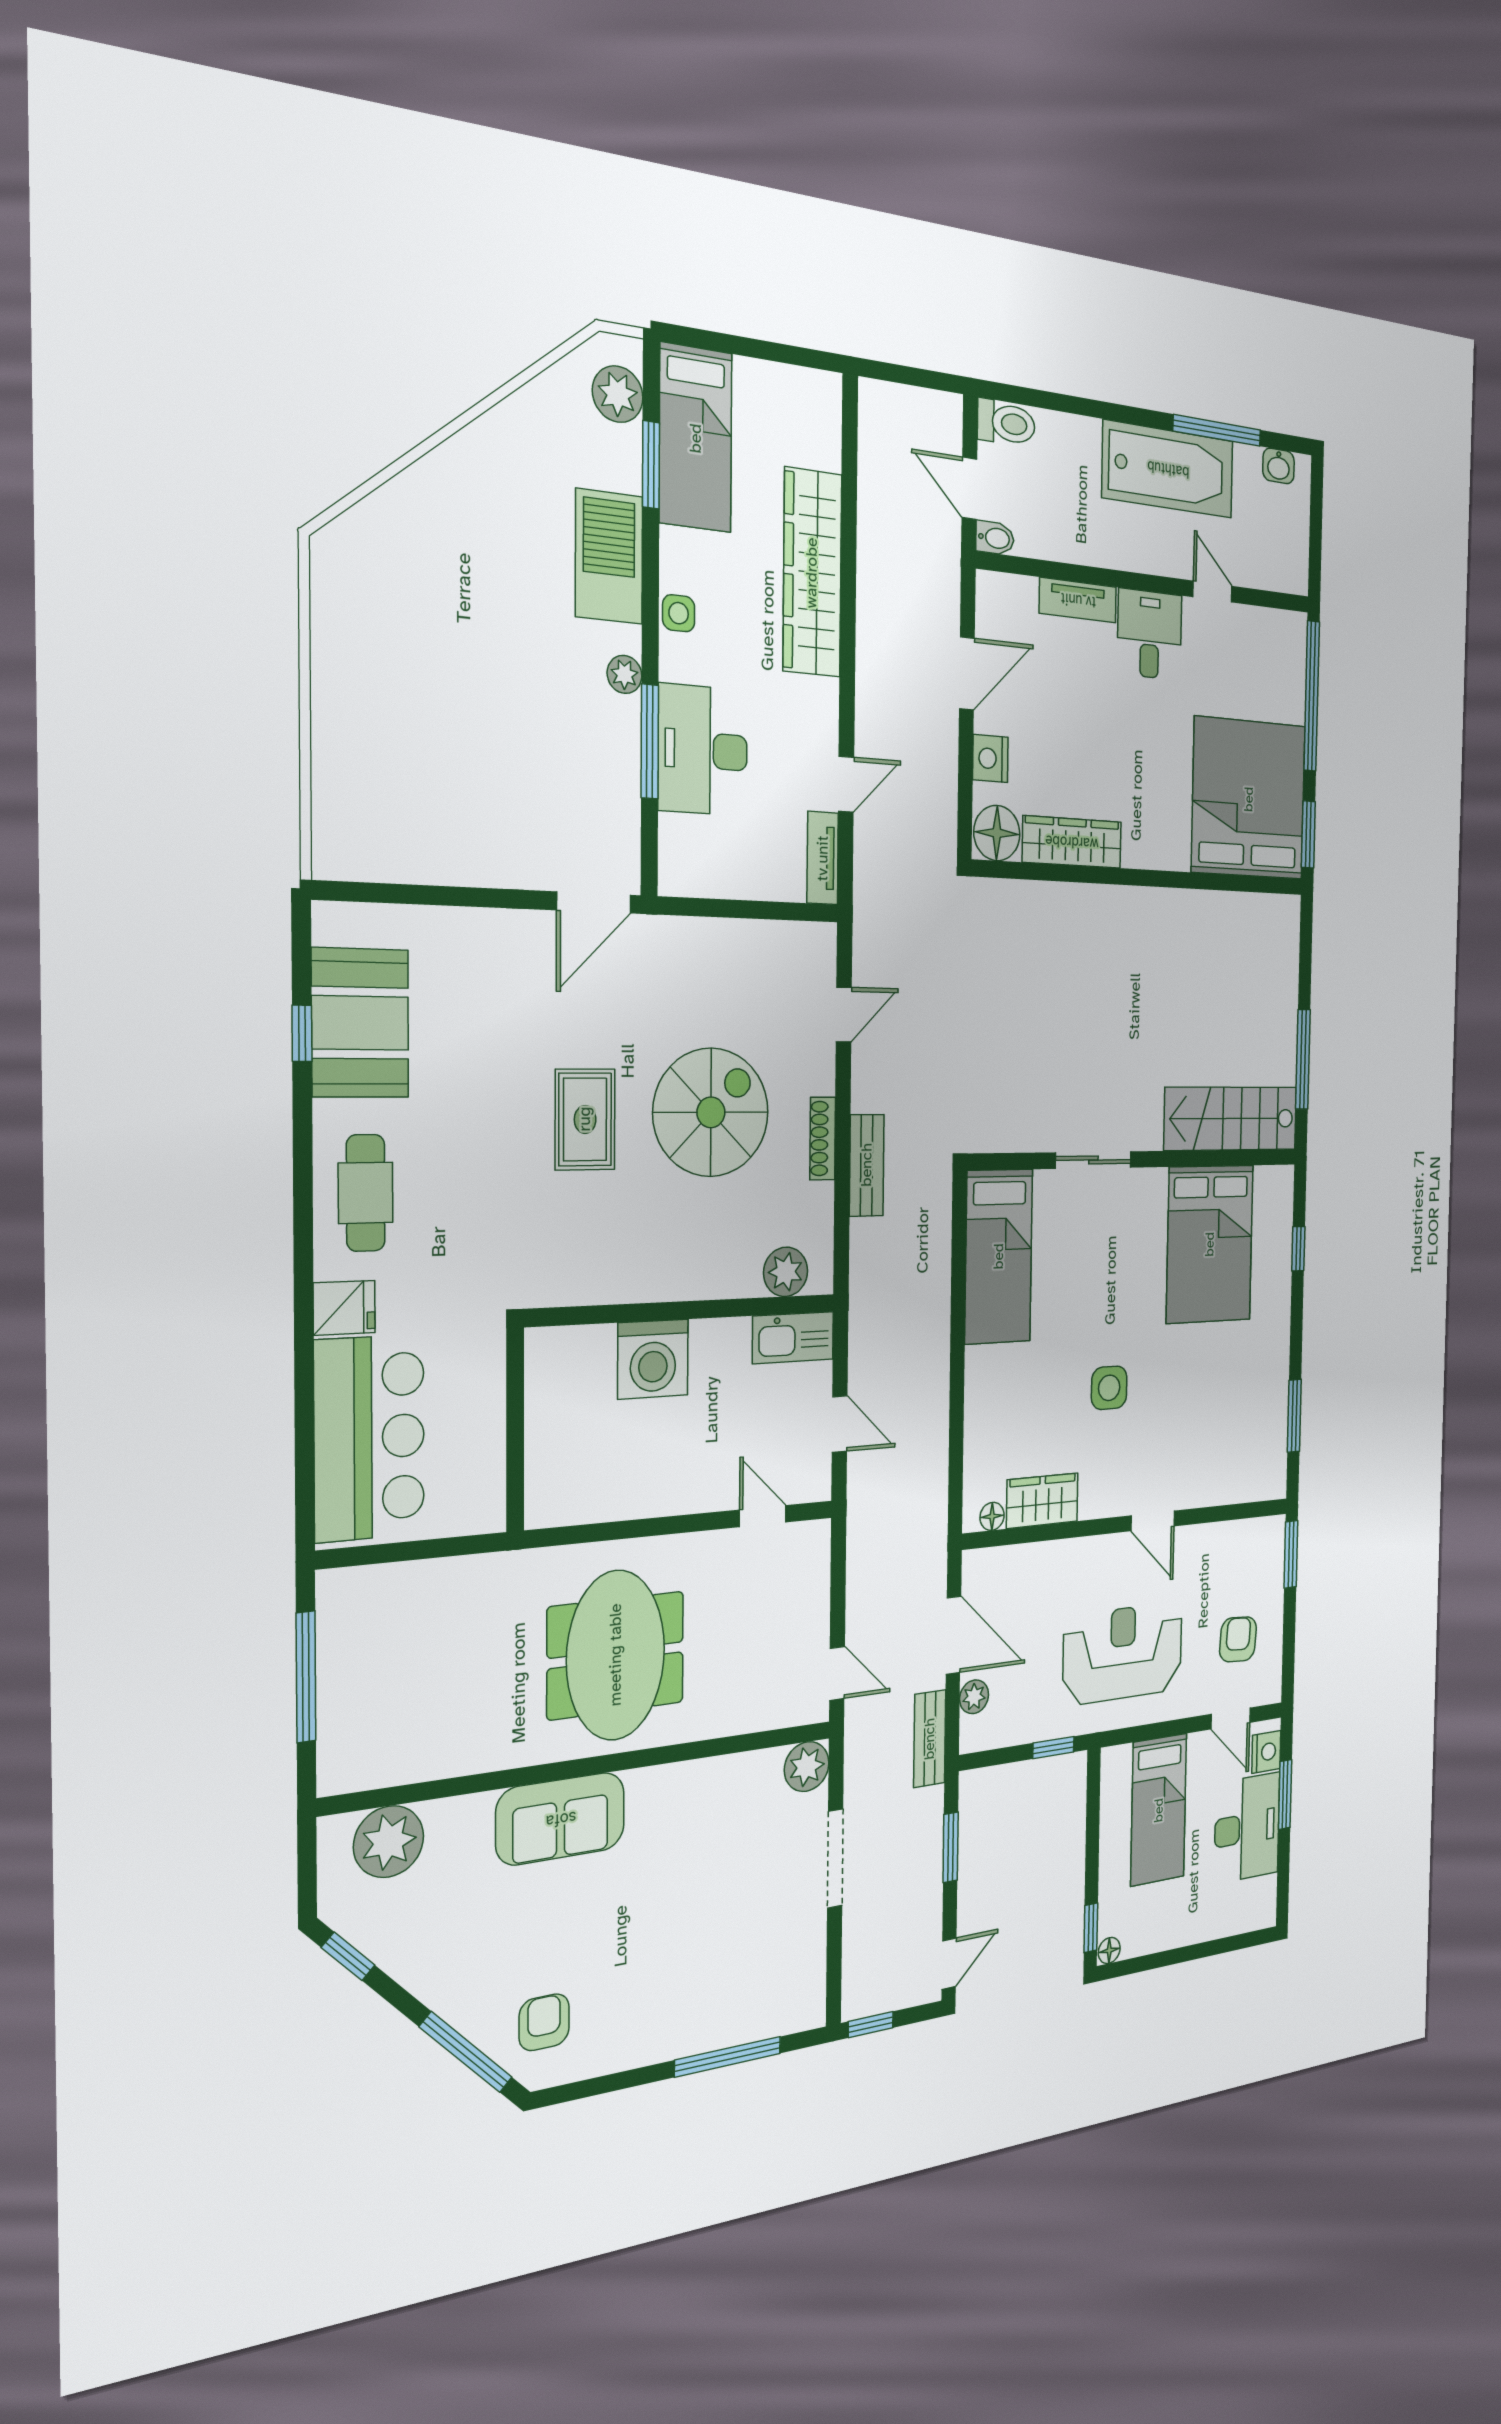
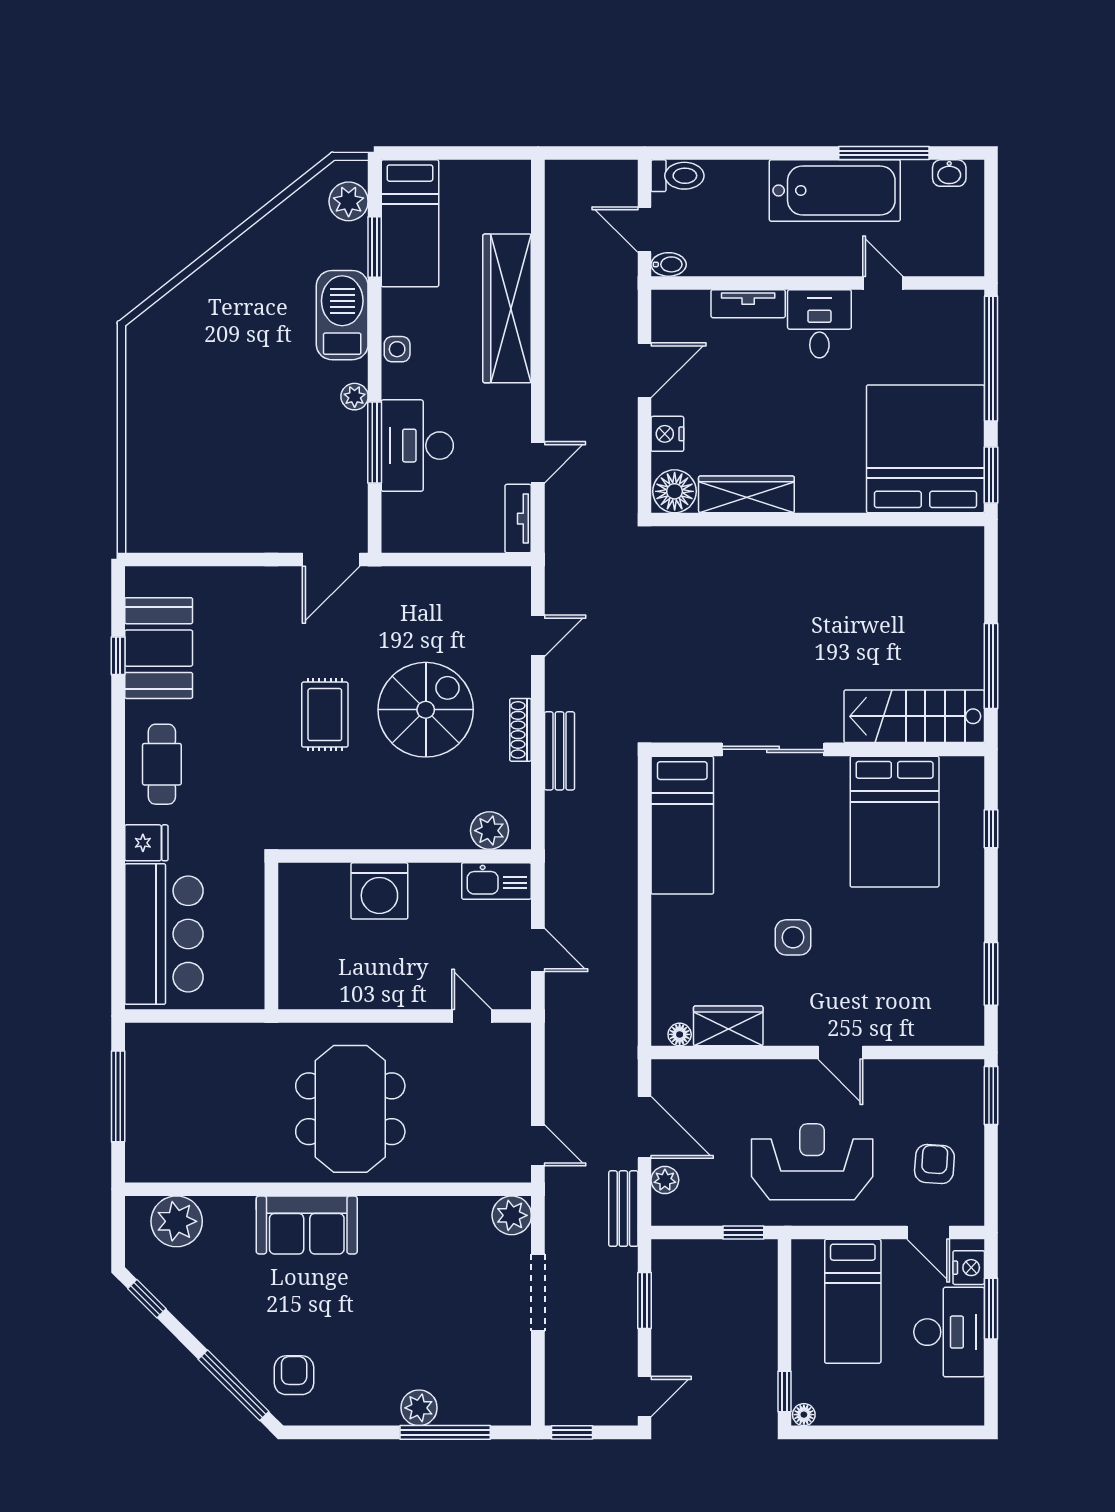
sliding door: (1093, 1160) -> (773, 749), width x1.37
plant: (697, 2032) -> (419, 1408), added

